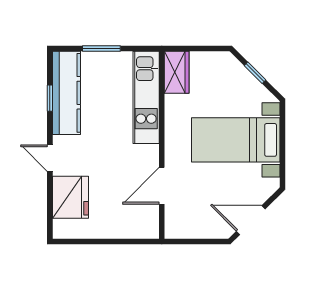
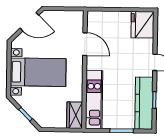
door: (162, 186) -> (85, 44), hinge flipped
fridge: (70, 197) -> (143, 25), moved

